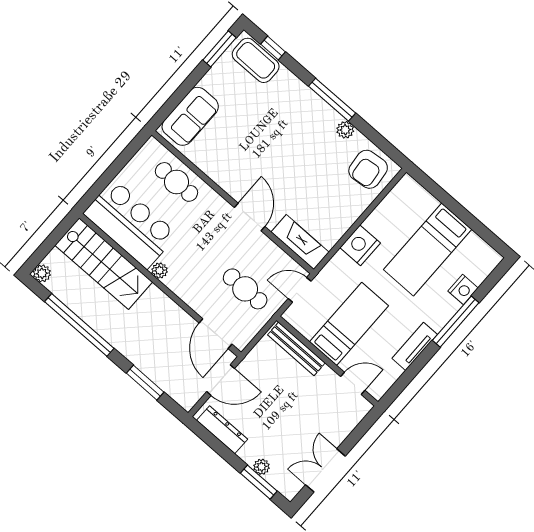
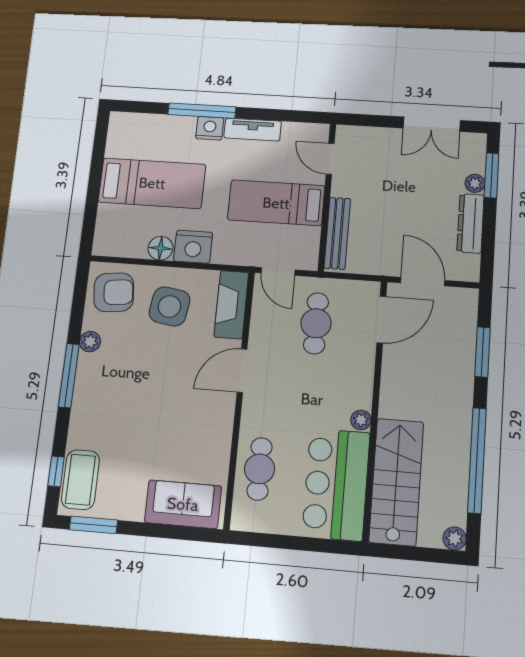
side table: (330, 200) -> (170, 306), added
floor lamp: (376, 223) -> (161, 248), added
nightstand: (463, 290) -> (210, 128), moved
dresser: (222, 430) -> (471, 223), moved

